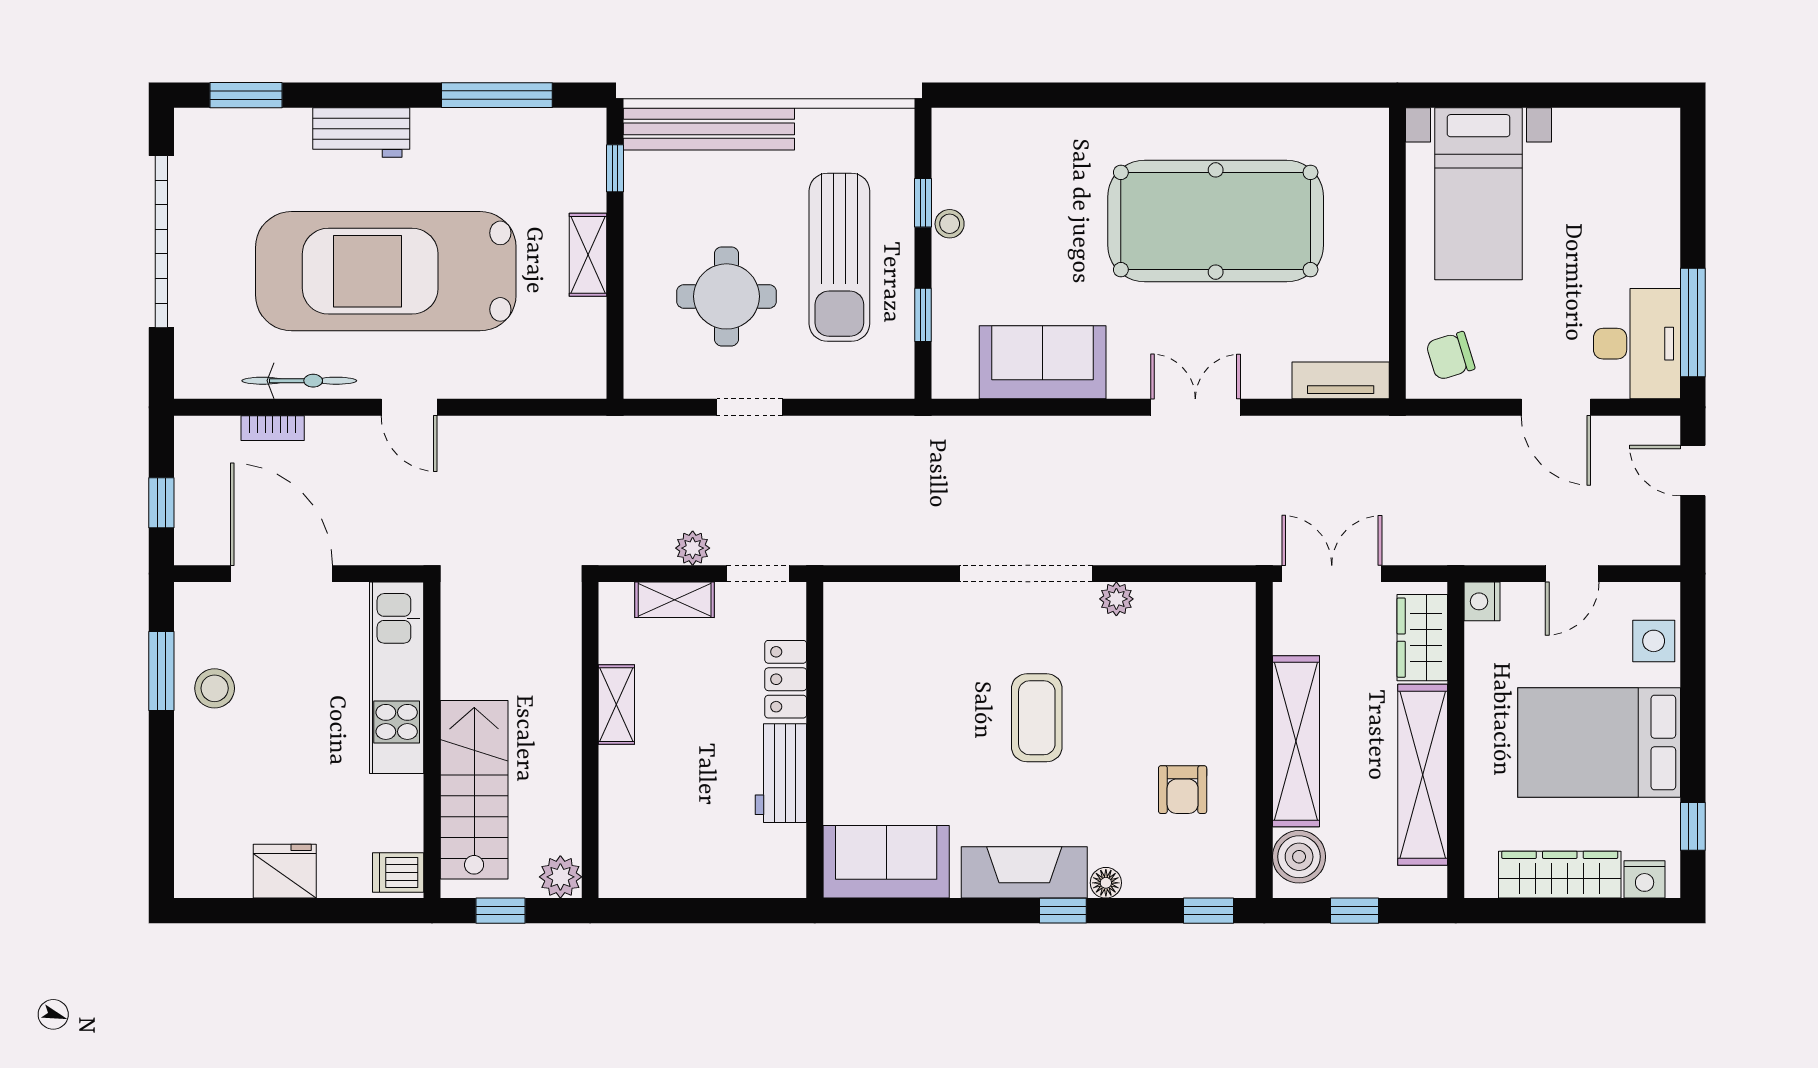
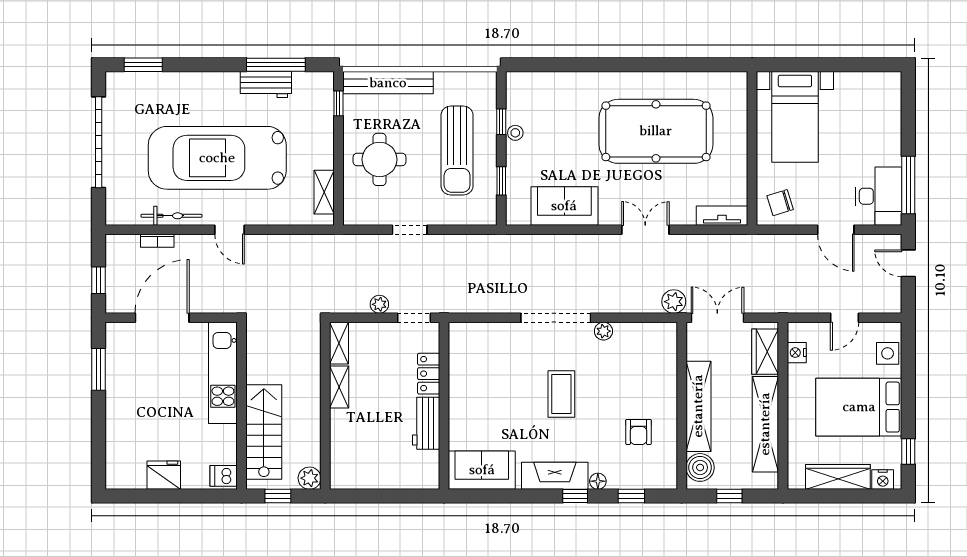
workbench: (361, 133) -> (266, 85), moved
shelving: (588, 255) -> (324, 192), moved
round table: (727, 296) -> (380, 159), moved
plant: (1249, 543) -> (674, 302), added
door: (282, 574) -> (162, 318), hinge flipped
shelving: (675, 600) -> (339, 343), moved, turned 90
nightstand: (1482, 601) -> (797, 353), moved
stool: (215, 688) -> (127, 378), removed
window: (1209, 911) -> (631, 496), moved

